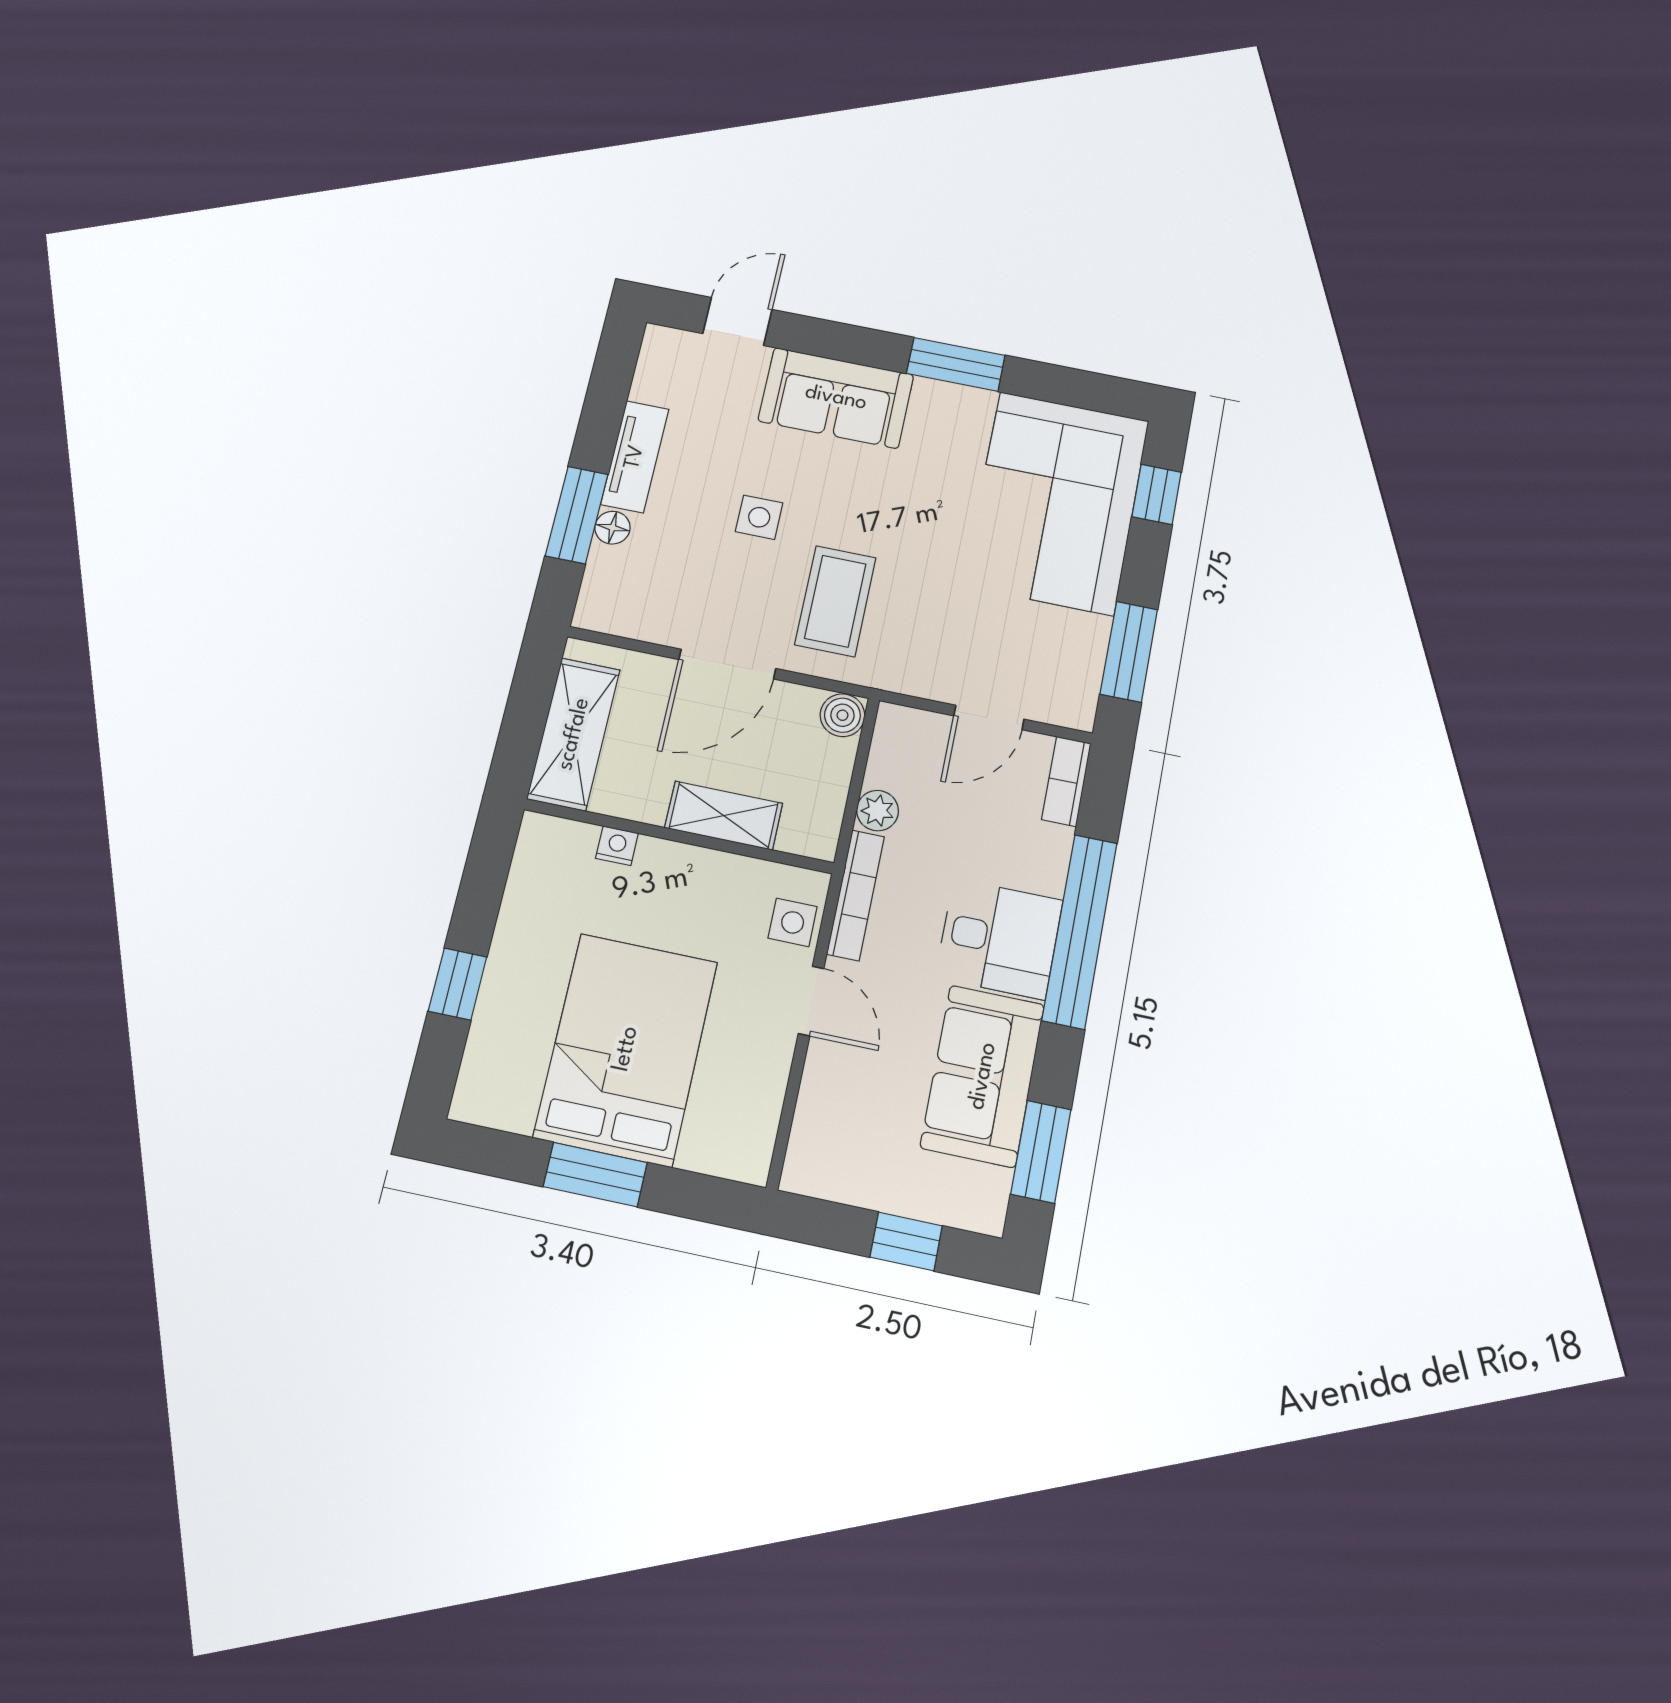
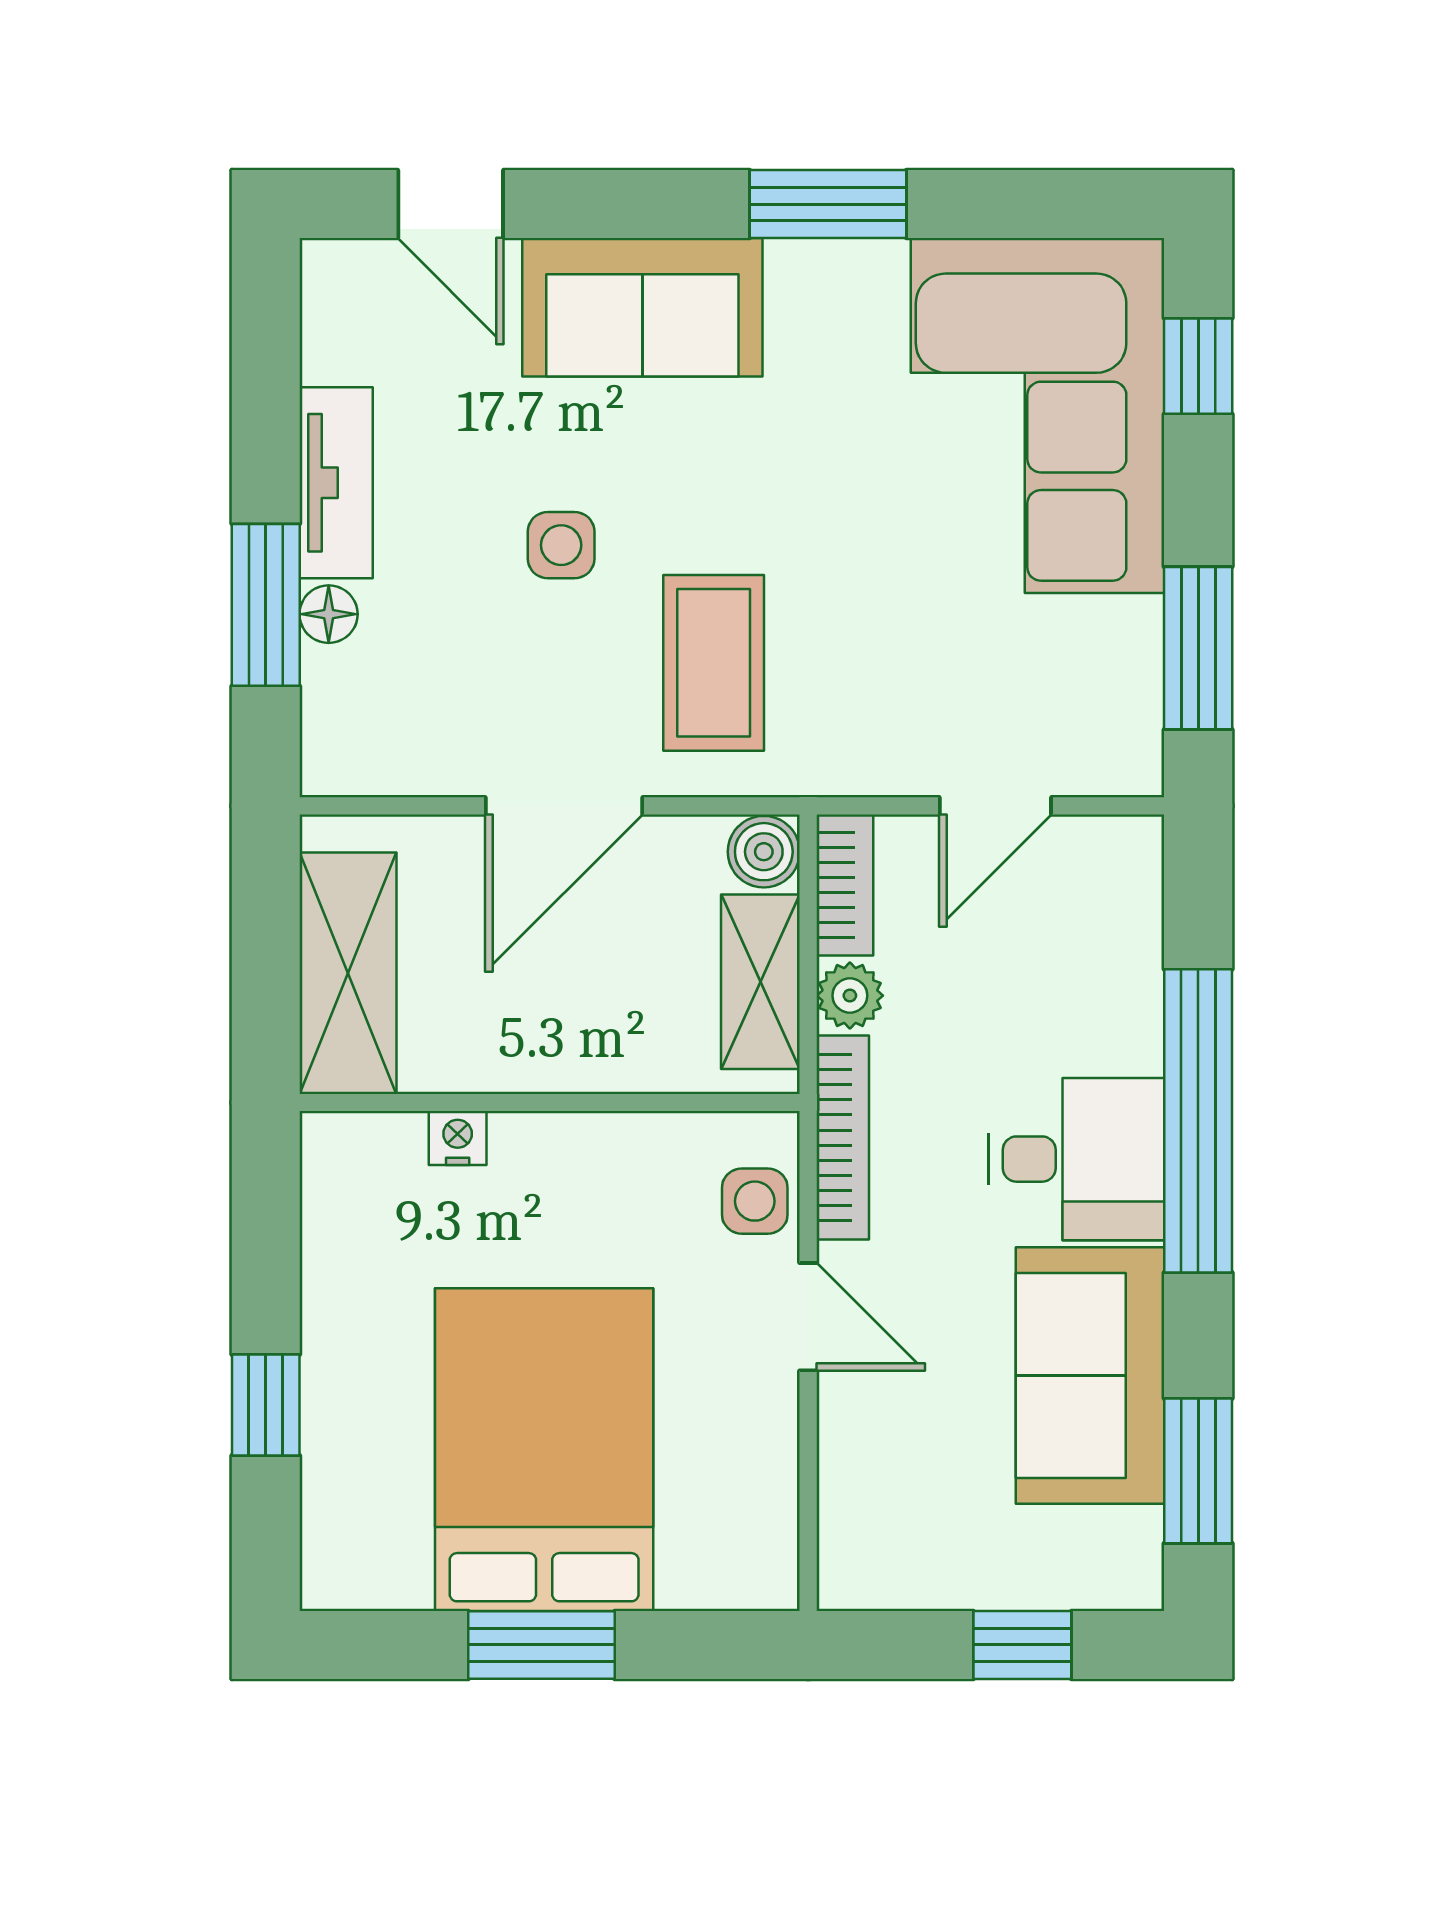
door: (737, 321) -> (451, 204), swing flipped
bookcase: (1066, 781) -> (845, 885), moved, turned 180
shelving: (724, 816) -> (760, 982), moved, turned 90

